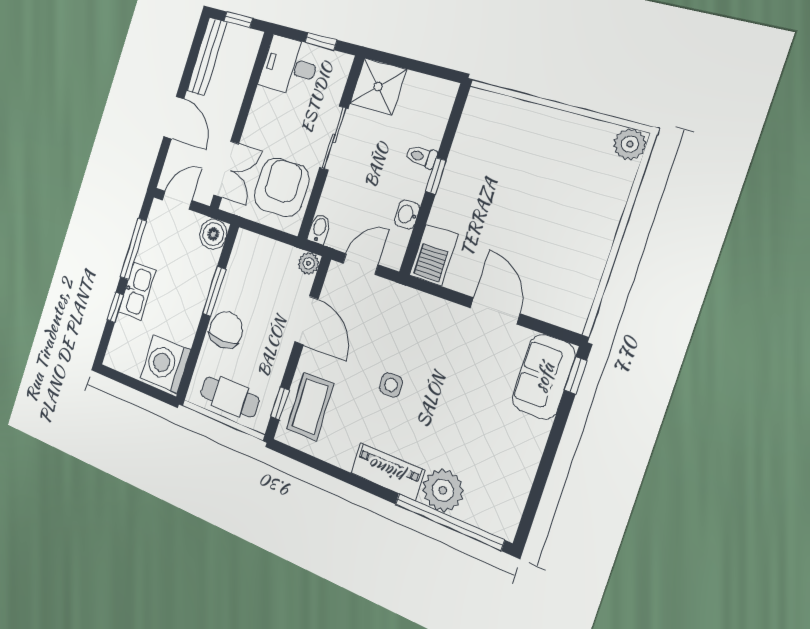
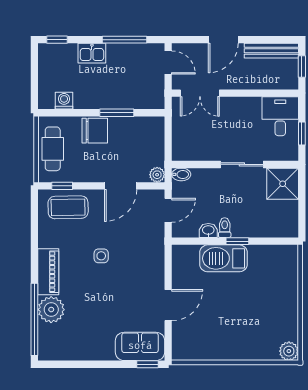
toilet: (421, 157) -> (225, 228), moved
armchair: (281, 187) -> (200, 138), removed
boiler: (213, 234) -> (154, 99), removed
barbecue: (434, 255) -> (223, 258), moved, width x1.37, depth x1.21
door: (360, 264) -> (168, 210), hinge flipped
kitchen sink: (137, 291) -> (92, 53), width x0.73
window: (115, 307) -> (57, 40), moved
washing machine: (165, 364) -> (64, 101), width x0.53, depth x0.53

